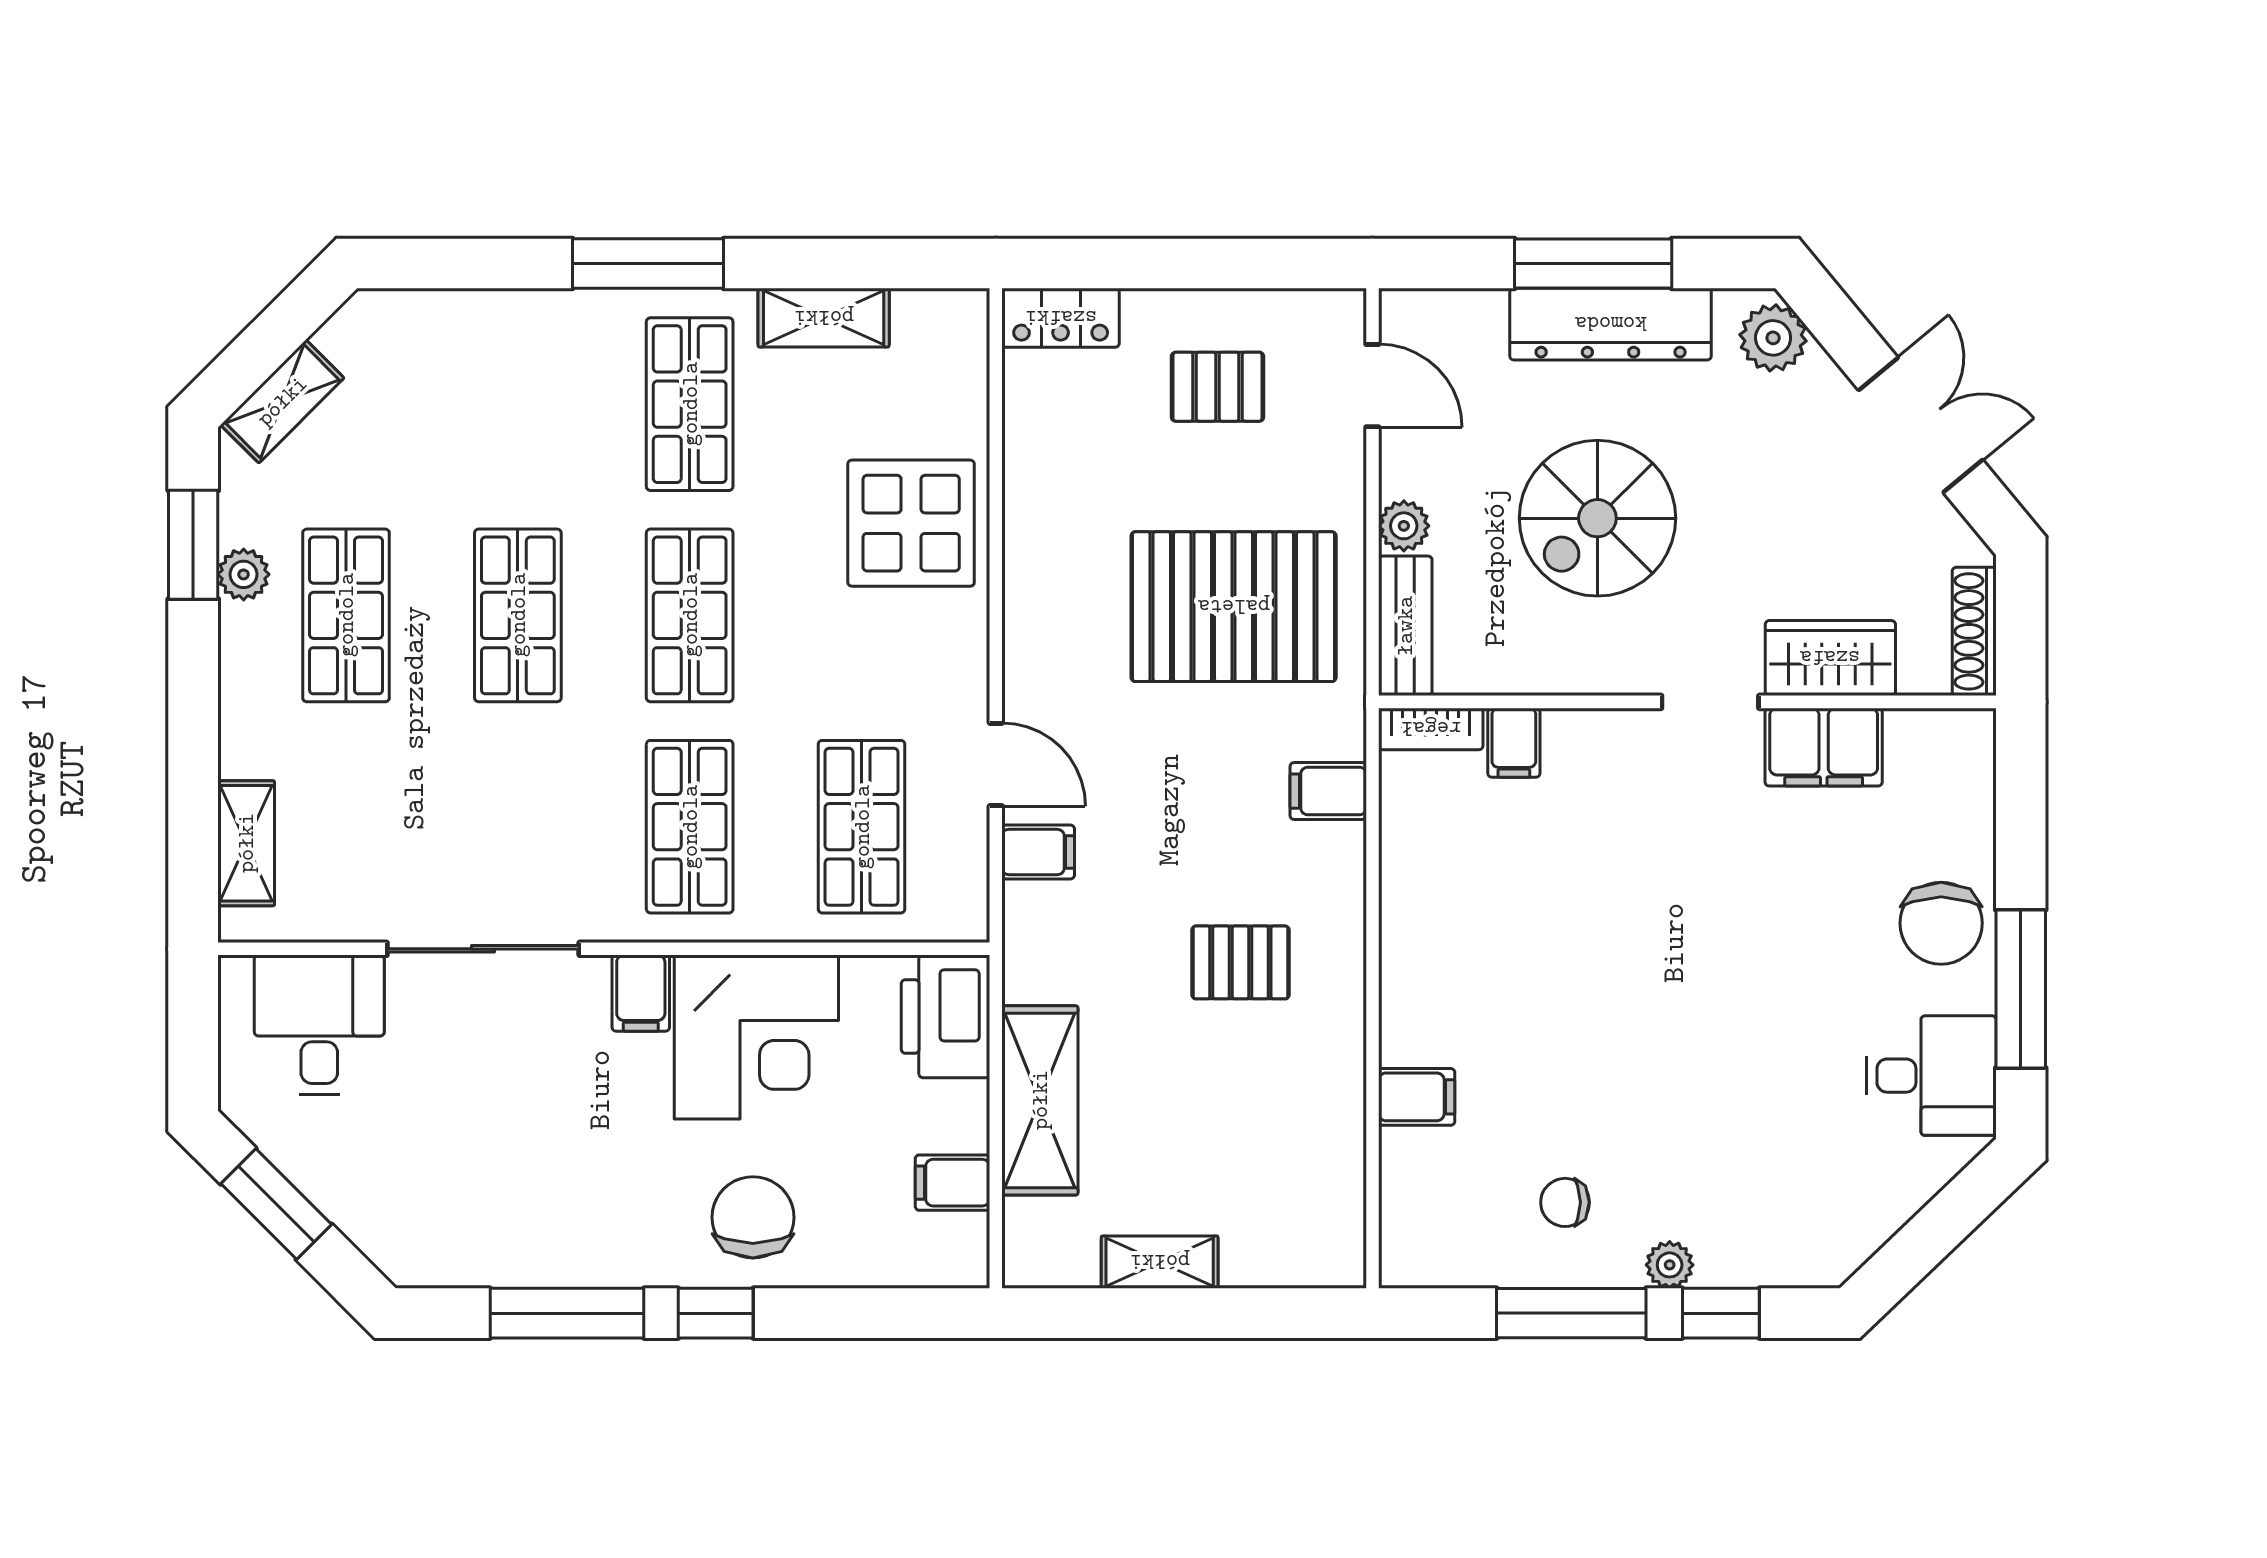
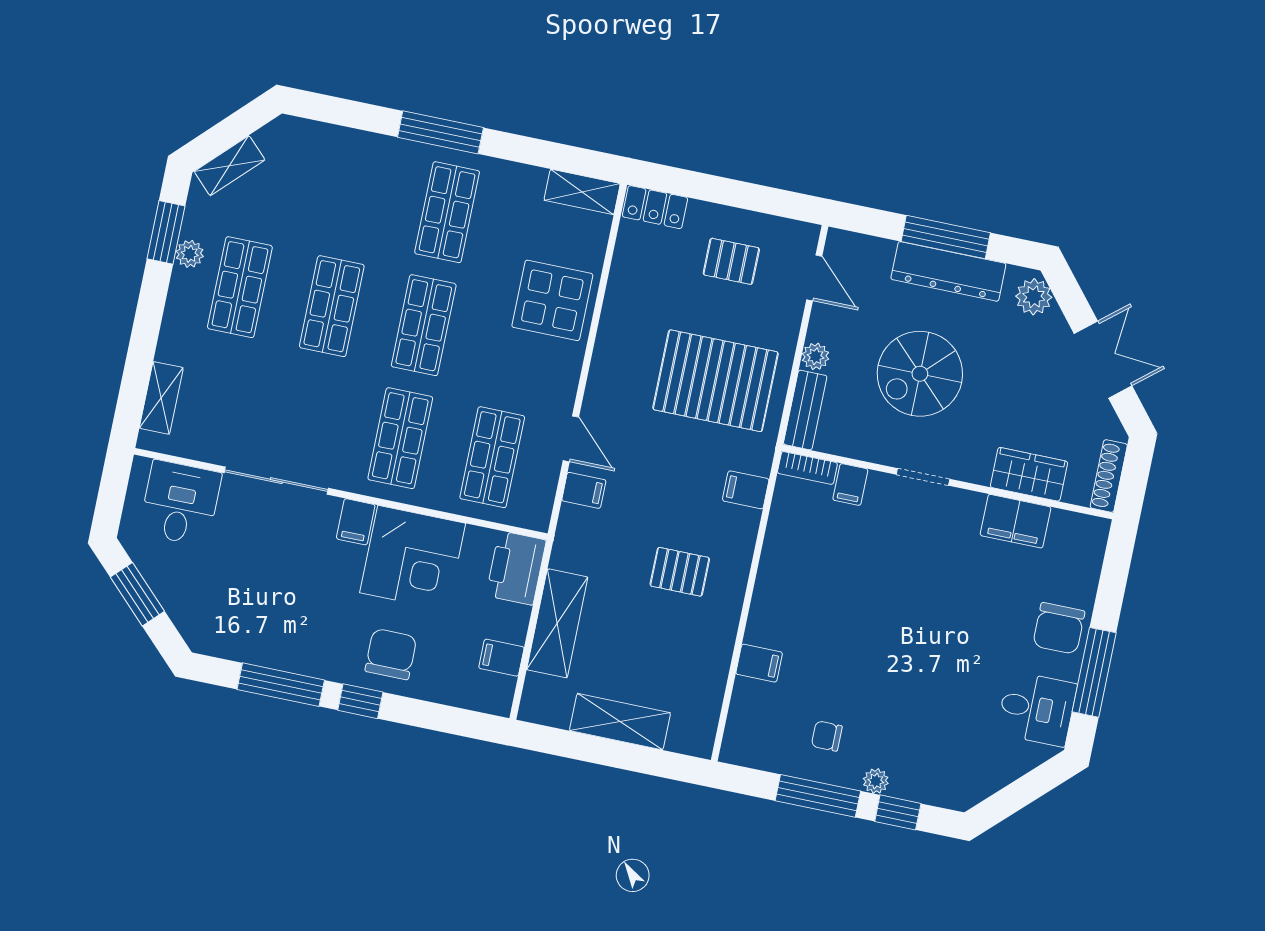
shelving: (824, 318) -> (582, 192), moved
doorway: (1710, 702) -> (923, 477), moved
shelving: (1160, 1262) -> (620, 722), width x1.50, depth x1.33

